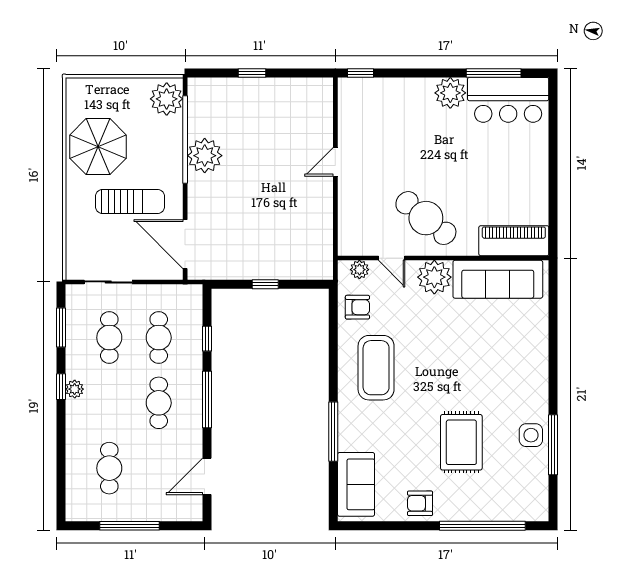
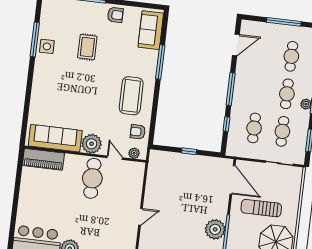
cafe table: (426, 218) -> (92, 178), turned 51
cafe table: (159, 403) -> (287, 94), moved
rug: (461, 442) -> (87, 47), width x0.73, depth x0.70

